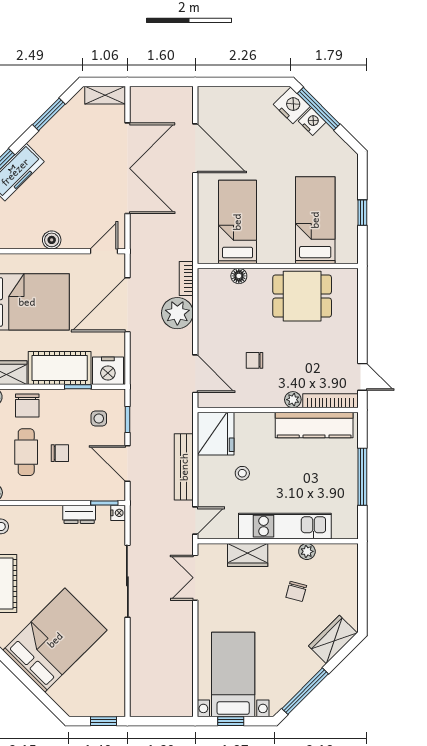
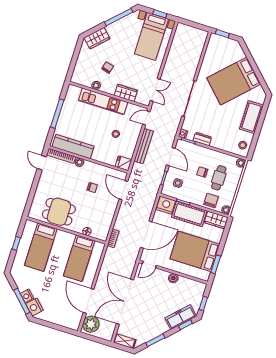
plant: (177, 313) -> (91, 324), moved
fridge: (216, 434) -> (123, 163), width x0.53, depth x0.75

